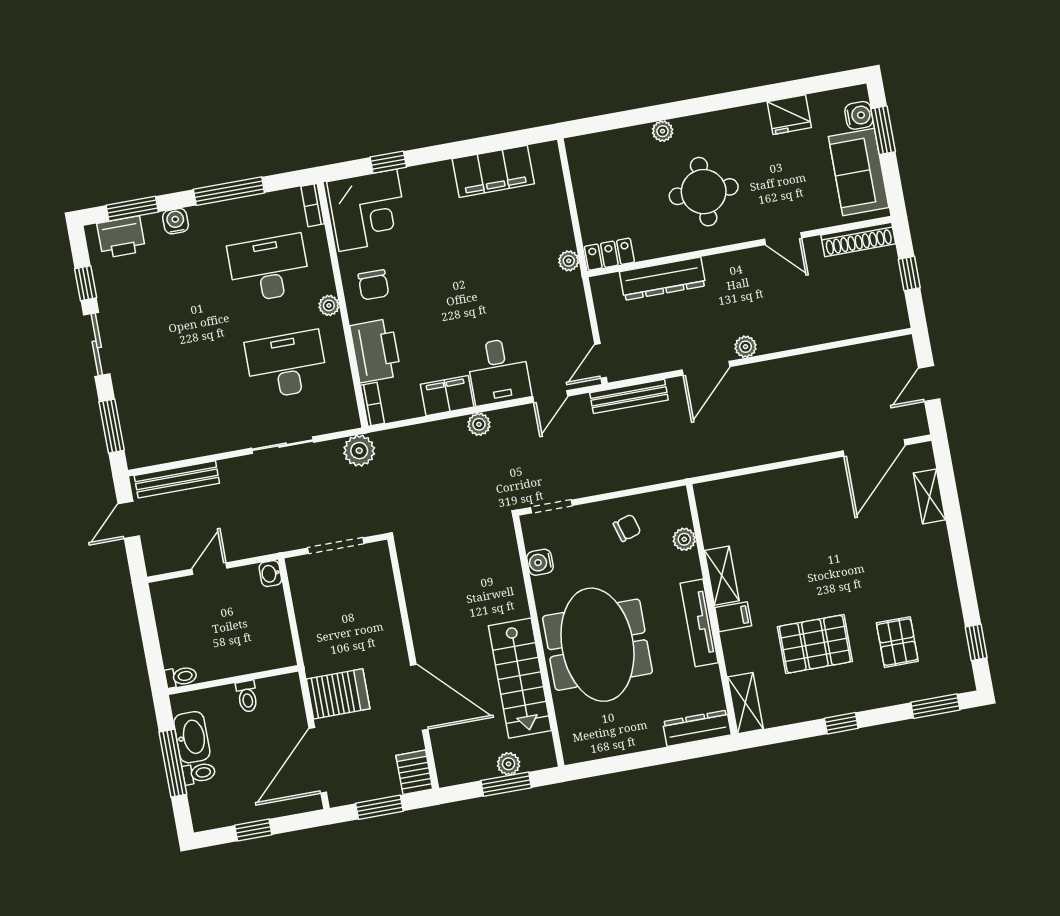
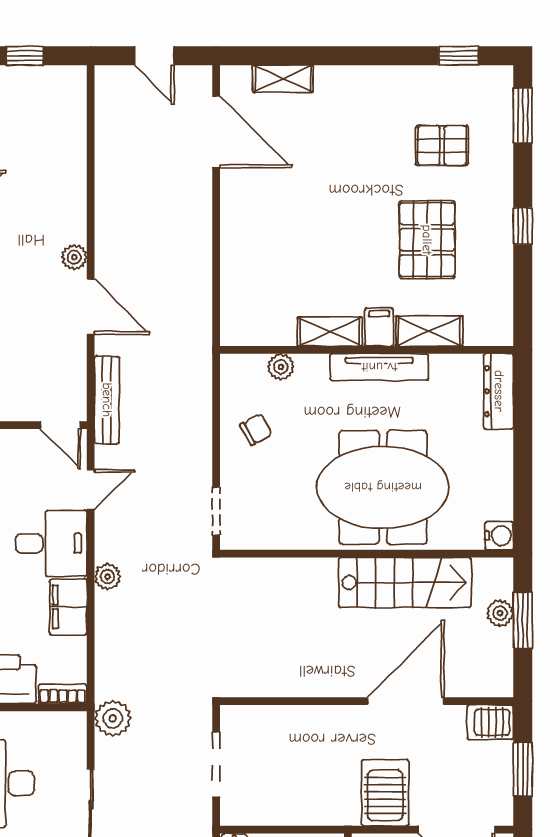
door: (550, 397) -> (91, 490), hinge flipped
chair: (627, 528) -> (256, 430), turned 79
water cooler: (540, 562) -> (499, 536), moved, turned -90
shelving: (745, 703) -> (429, 331), moved

